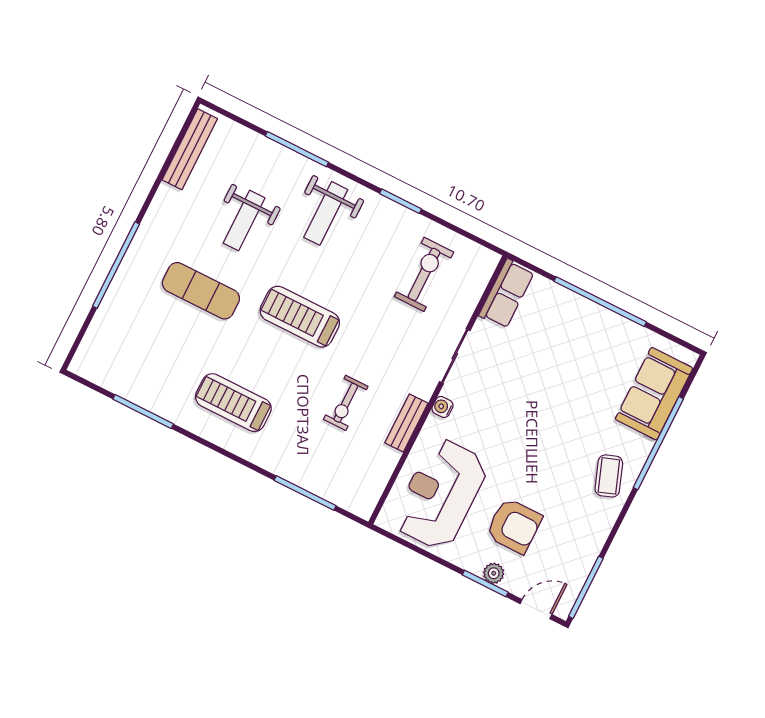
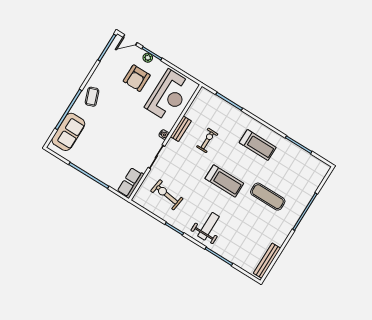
weight bench: (244, 221) -> (245, 226), removed
exercise bike: (424, 274) -> (167, 195), turned 98
armchair: (514, 526) -> (137, 78), turned -90

